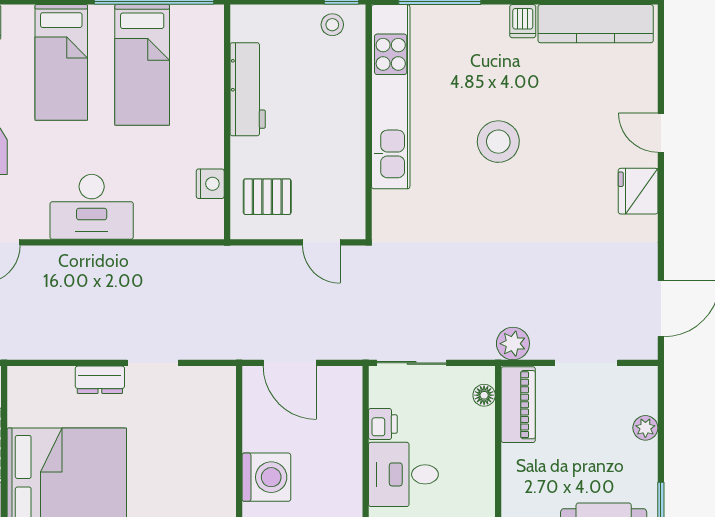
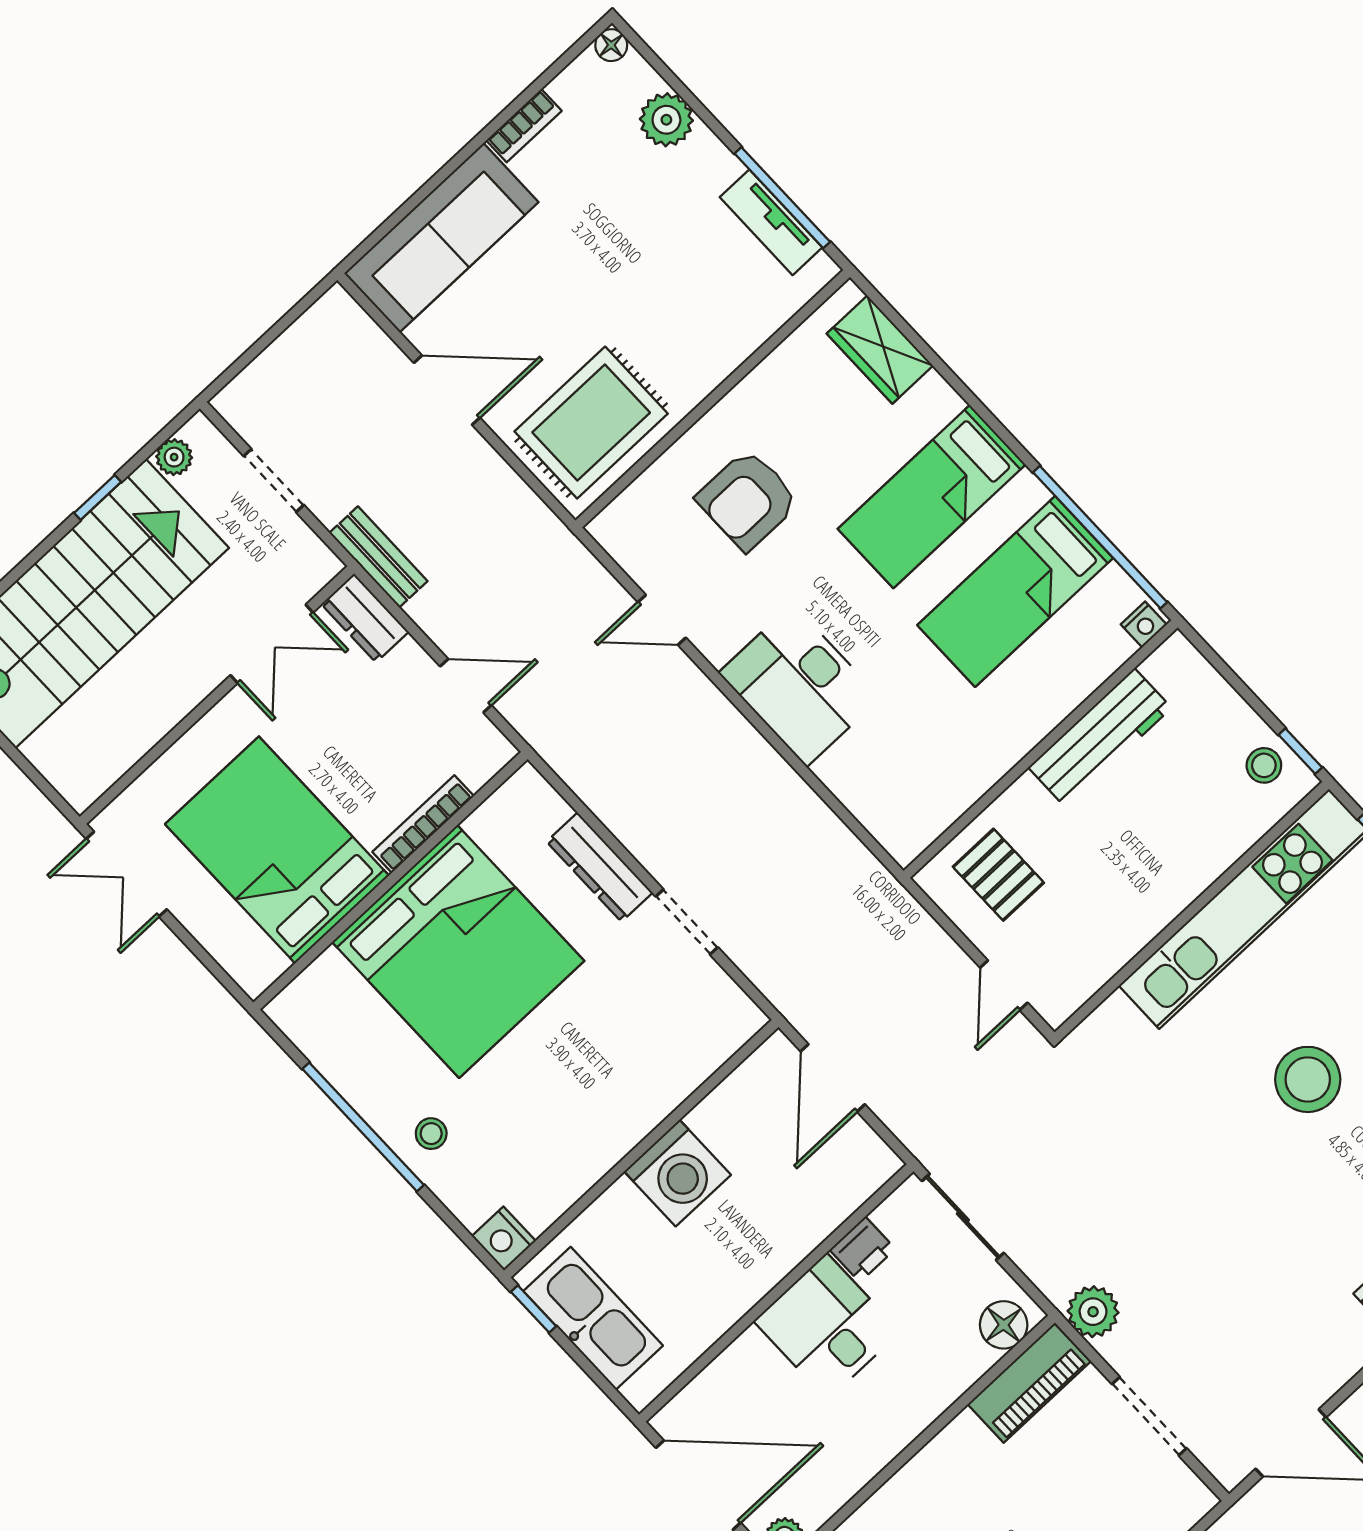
nightstand: (210, 184) -> (1144, 624), moved, width x0.72, depth x0.74
dresser: (100, 380) -> (600, 867), width x1.44
floor lamp: (484, 395) -> (1004, 1325), width x1.37, depth x1.37

